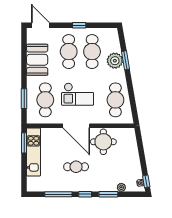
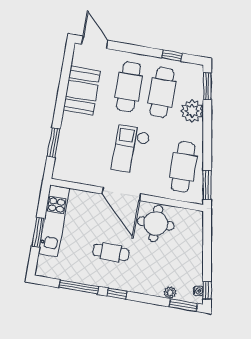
window: (79, 25) -> (172, 56), moved
window: (125, 60) -> (207, 86), moved
checkout: (78, 94) -> (131, 149), turned 90
cafe table: (45, 100) -> (83, 150), removed
window: (134, 109) -> (207, 185), added
window: (24, 143) -> (38, 232), moved
window: (108, 194) -> (183, 305), moved

